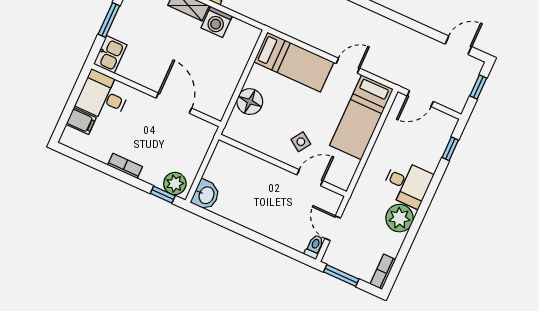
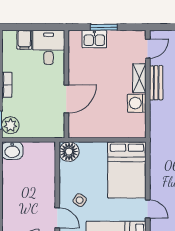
kitchen sink: (110, 54) -> (94, 39), moved
bed: (294, 62) -> (127, 170), width x1.50
floor lamp: (250, 102) -> (69, 152), moved

